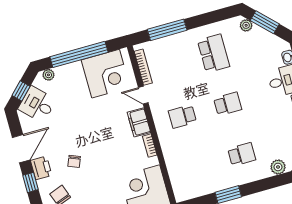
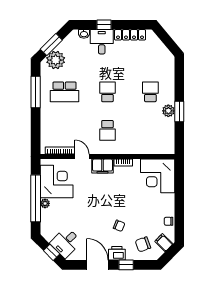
plant: (246, 25) -> (56, 60), width x1.87, depth x1.87
window: (167, 30) -> (36, 92), moved
school desk: (214, 53) -> (64, 92), turned 180
plant: (48, 75) -> (45, 203), moved
door: (143, 95) -> (82, 157), swing flipped
plant: (278, 167) -> (168, 111), moved

